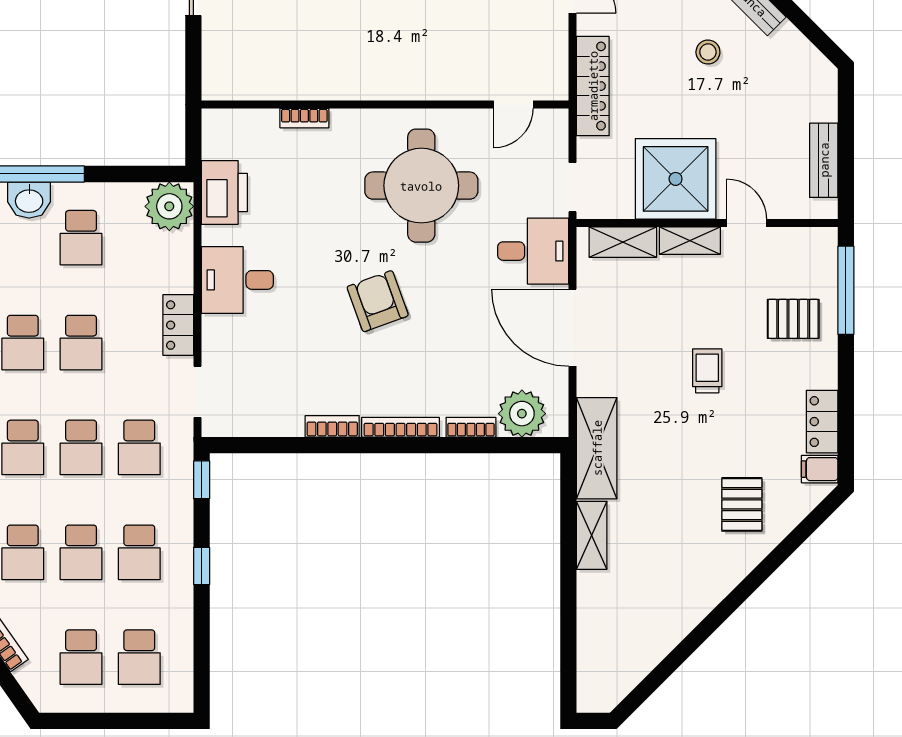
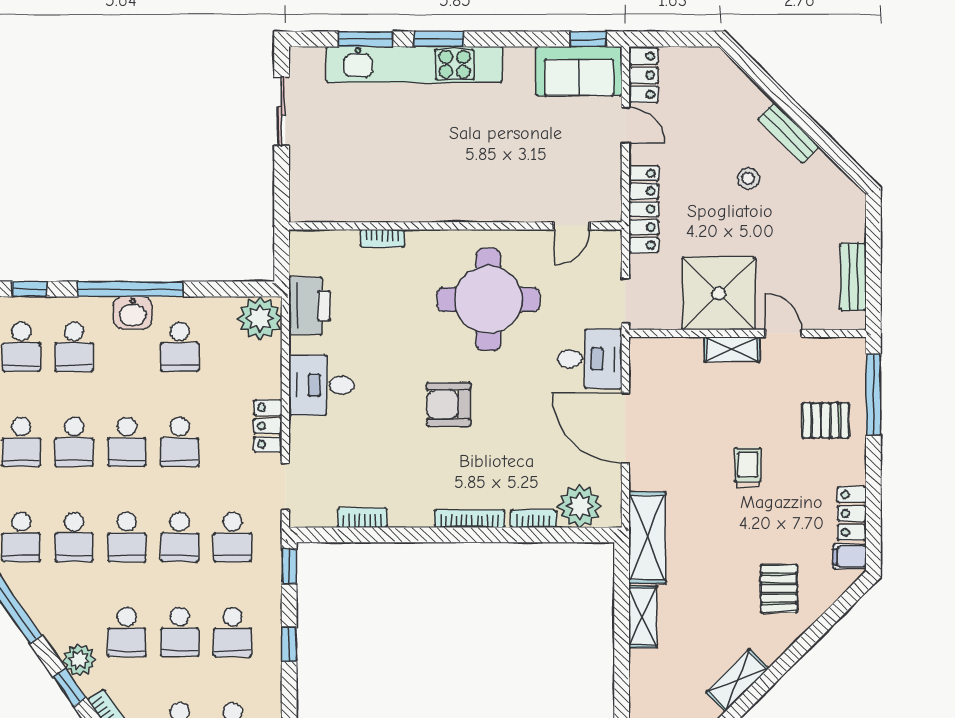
shelving: (623, 242) -> (738, 680), moved, turned -45
armchair: (378, 301) -> (449, 404), turned -70
bookcase: (332, 426) -> (362, 518), moved

